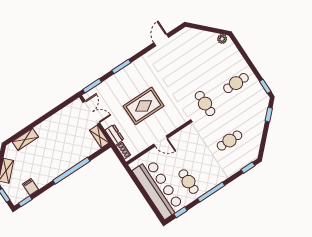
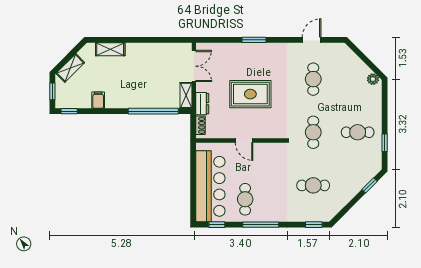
cafe table: (181, 67) -> (313, 79), added
window: (92, 86) -> (212, 40), removed
window: (265, 86) -> (385, 143), moved
window: (71, 171) -> (153, 111), moved
filing cabinet: (30, 187) -> (98, 100), moved

